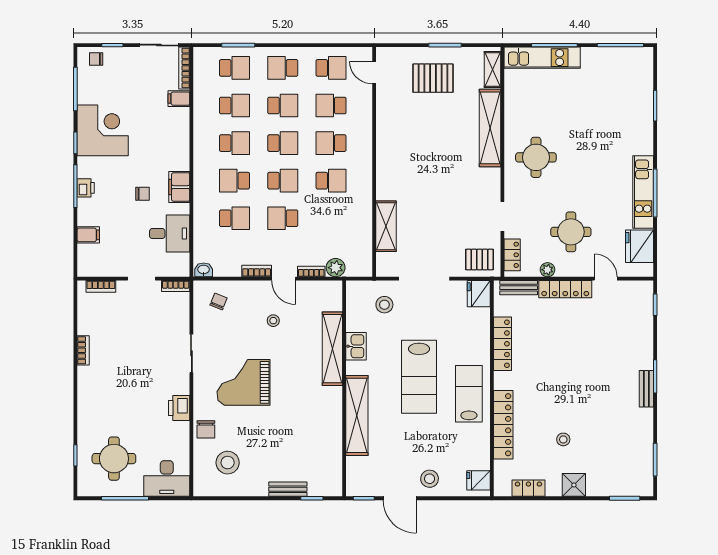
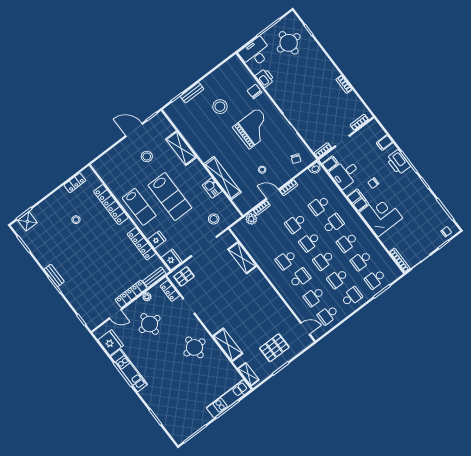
filing cabinet: (179, 99) -> (330, 163), moved
school desk: (331, 105) -> (314, 296), turned 180
shelving: (490, 128) -> (228, 345), width x0.68
corner desk: (103, 130) -> (381, 215), moved, turned 180
printer: (86, 188) -> (398, 162), width x1.87, depth x1.48
school desk: (283, 218) -> (296, 223), turned 180
lab bench: (419, 377) -> (170, 197), turned 180
printer: (179, 408) -> (265, 78), moved
shelving: (357, 415) -> (181, 148), width x0.68
stool: (228, 463) -> (220, 107), moved
stool: (430, 479) -> (147, 156), moved
fridge: (478, 480) -> (157, 240), moved
shower: (574, 485) -> (27, 221), moved

